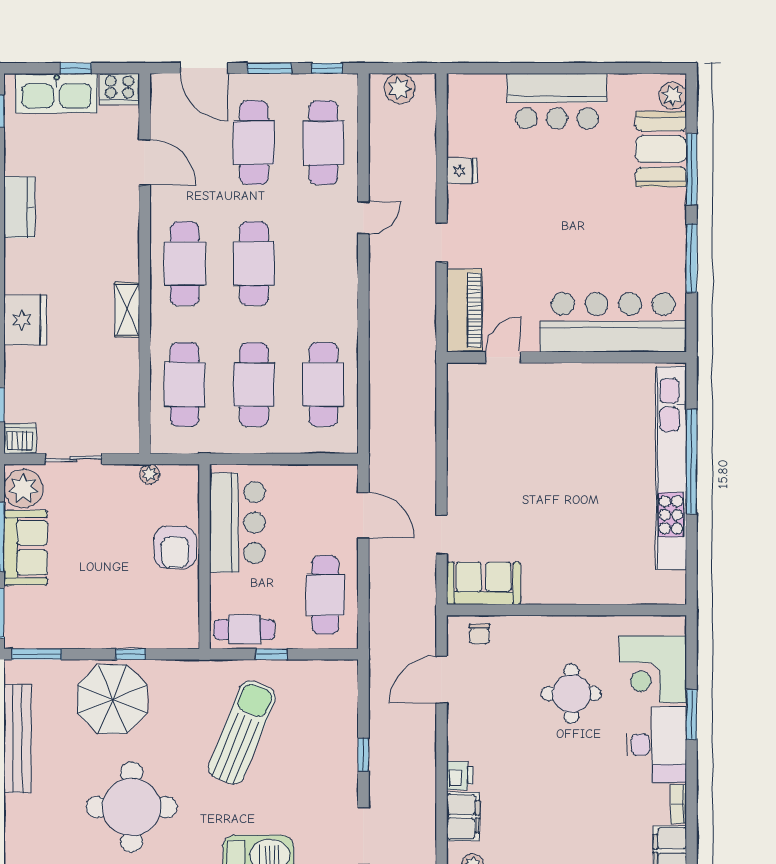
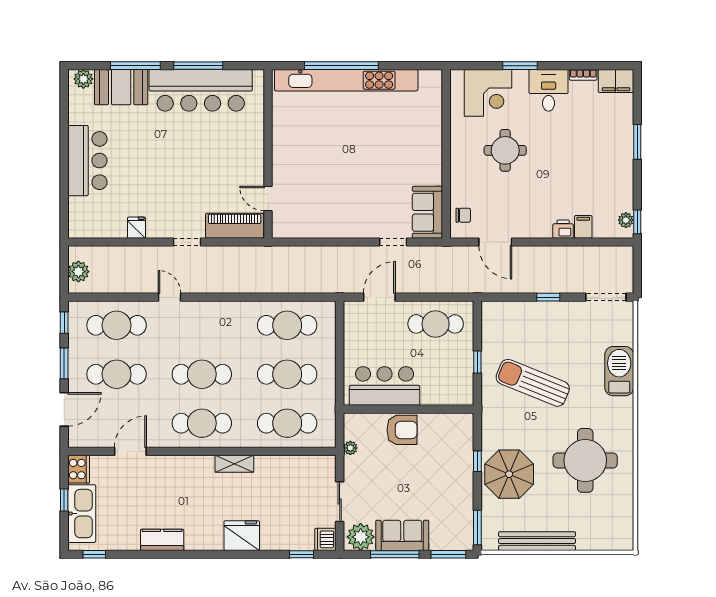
bar counter: (613, 322) -> (201, 90), moved, turned -90
cafe table: (244, 629) -> (460, 381), removed
desk: (657, 745) -> (549, 90), width x0.73
filing cabinet: (463, 817) -> (583, 227), width x0.50

